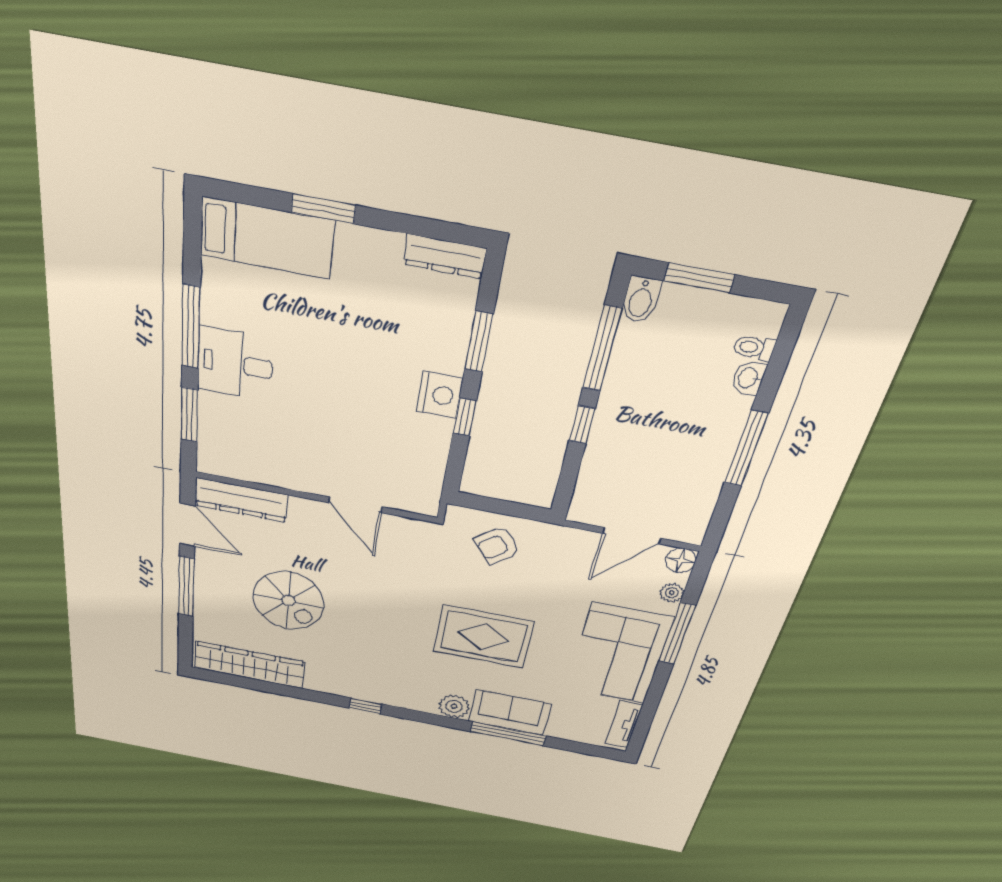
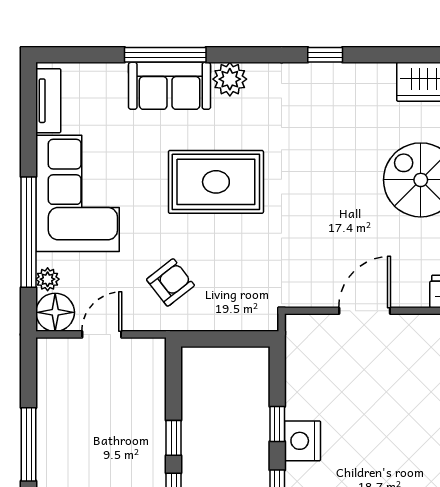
door: (355, 505) -> (365, 311), hinge flipped
door: (632, 536) -> (102, 334), width x0.73
armchair: (497, 545) -> (170, 282), moved
floor lamp: (681, 560) -> (55, 312), width x1.38, depth x1.38
window: (677, 634) -> (29, 232), width x1.46

